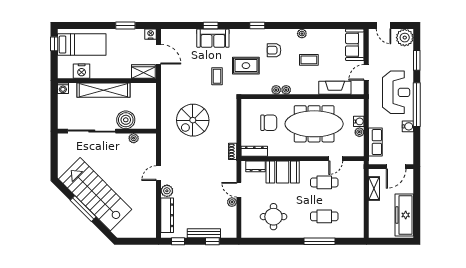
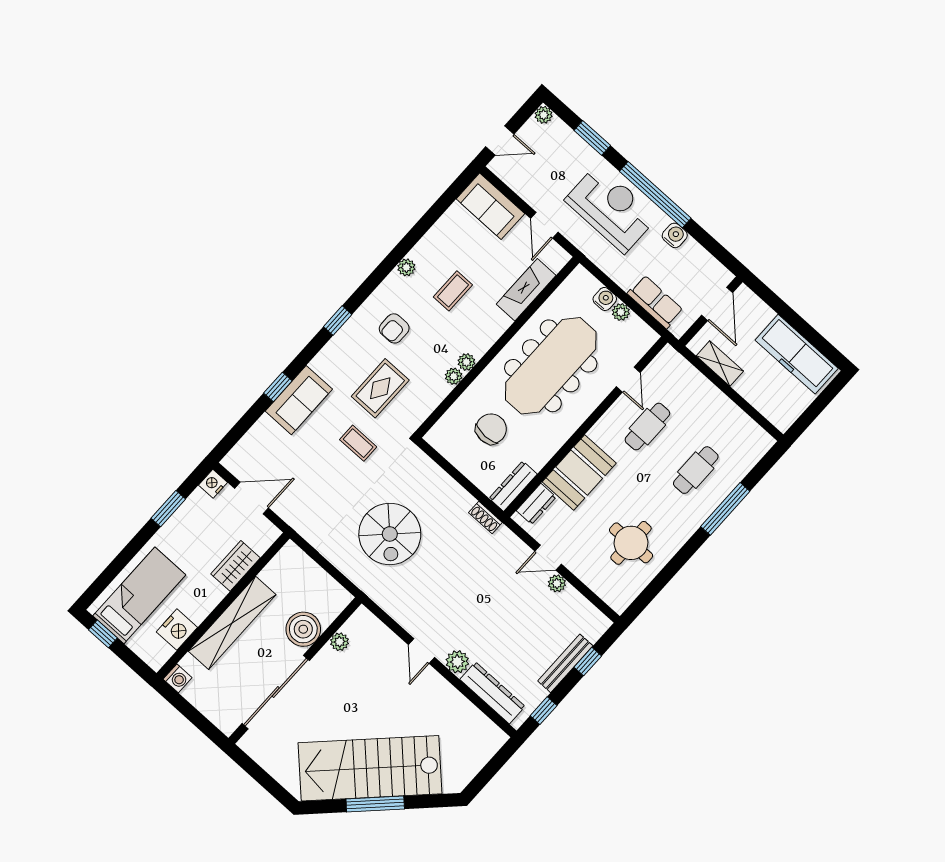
plant: (405, 38) -> (544, 115), width x0.53, depth x0.53
wardrobe: (143, 71) -> (235, 566), moved

